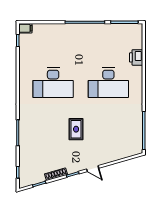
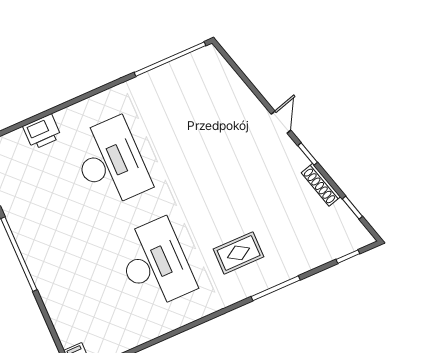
rug: (76, 129) -> (239, 253), moved

